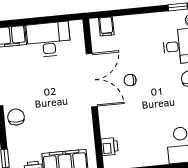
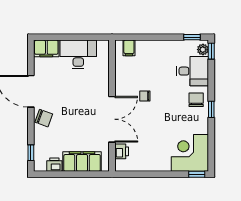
double door: (92, 80) -> (112, 119), moved
chair: (16, 117) -> (44, 118), turned 110

